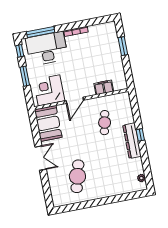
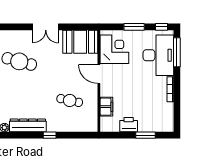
printer: (116, 64) -> (129, 125), added
dresser: (132, 141) -> (28, 125), moved

